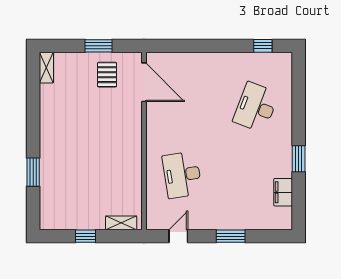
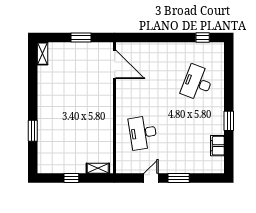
pallet: (107, 75) -> (87, 59), removed
door: (178, 236) -> (151, 178), moved

